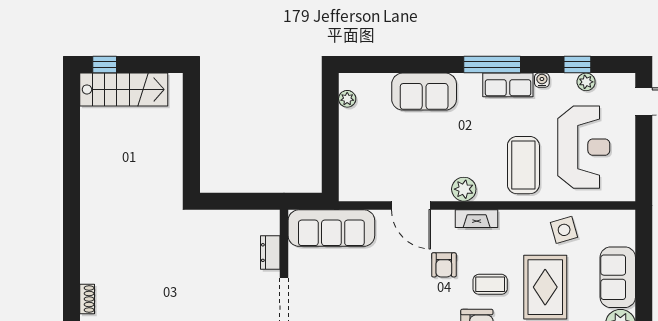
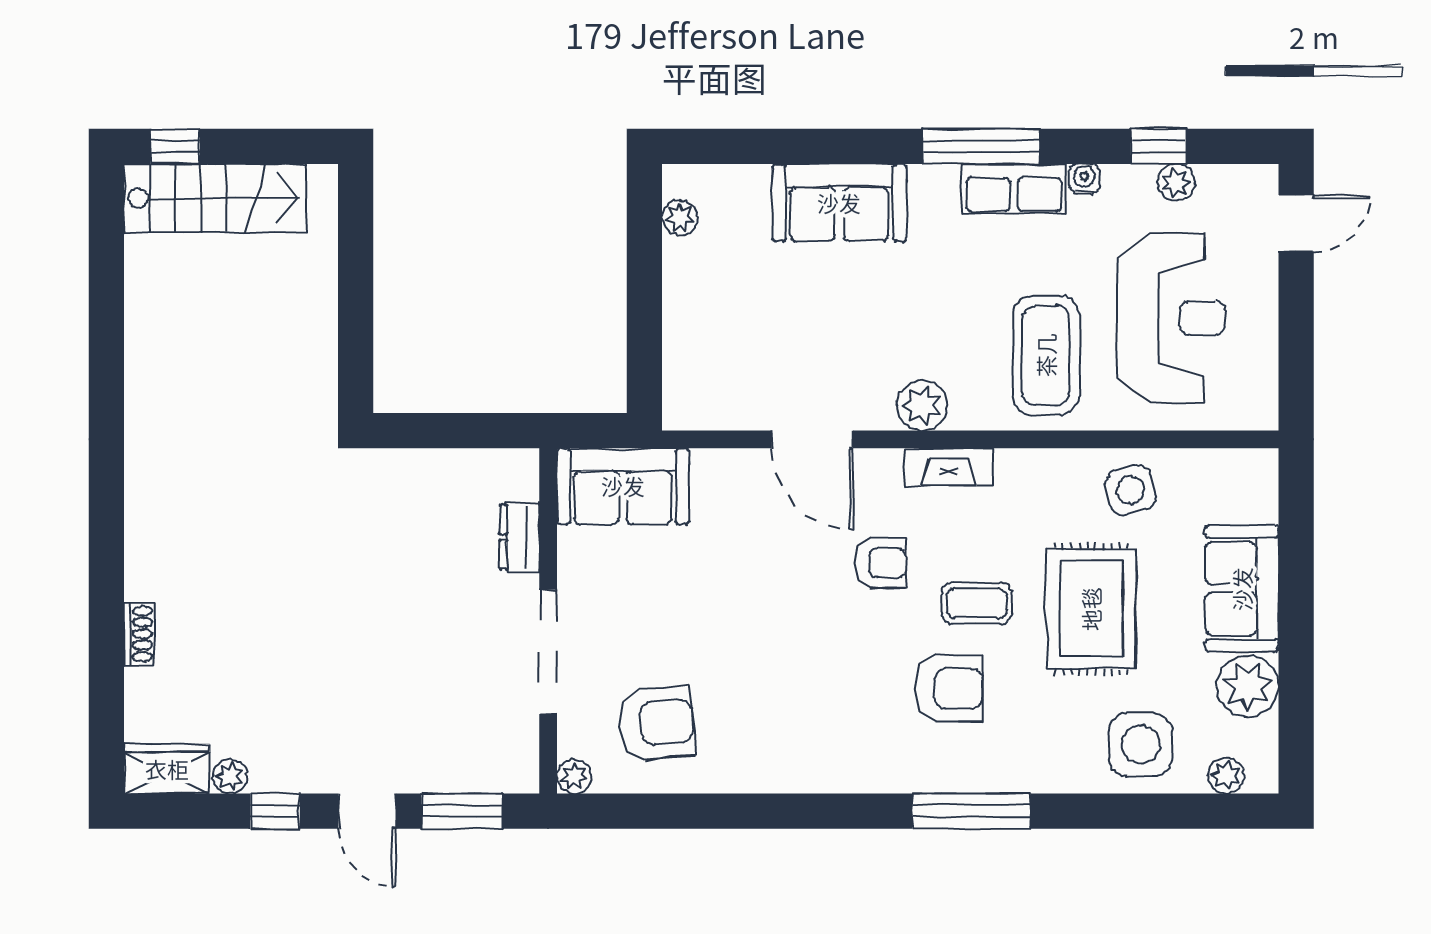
sofa: (331, 228) -> (623, 486), width x0.73
armchair: (444, 265) -> (881, 563), turned -90

